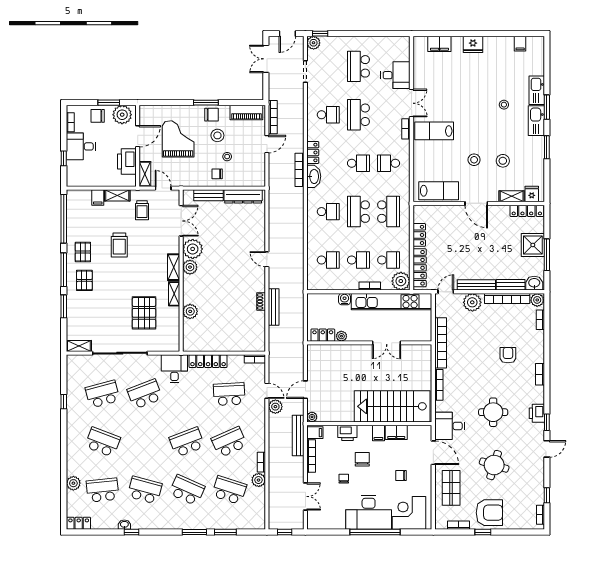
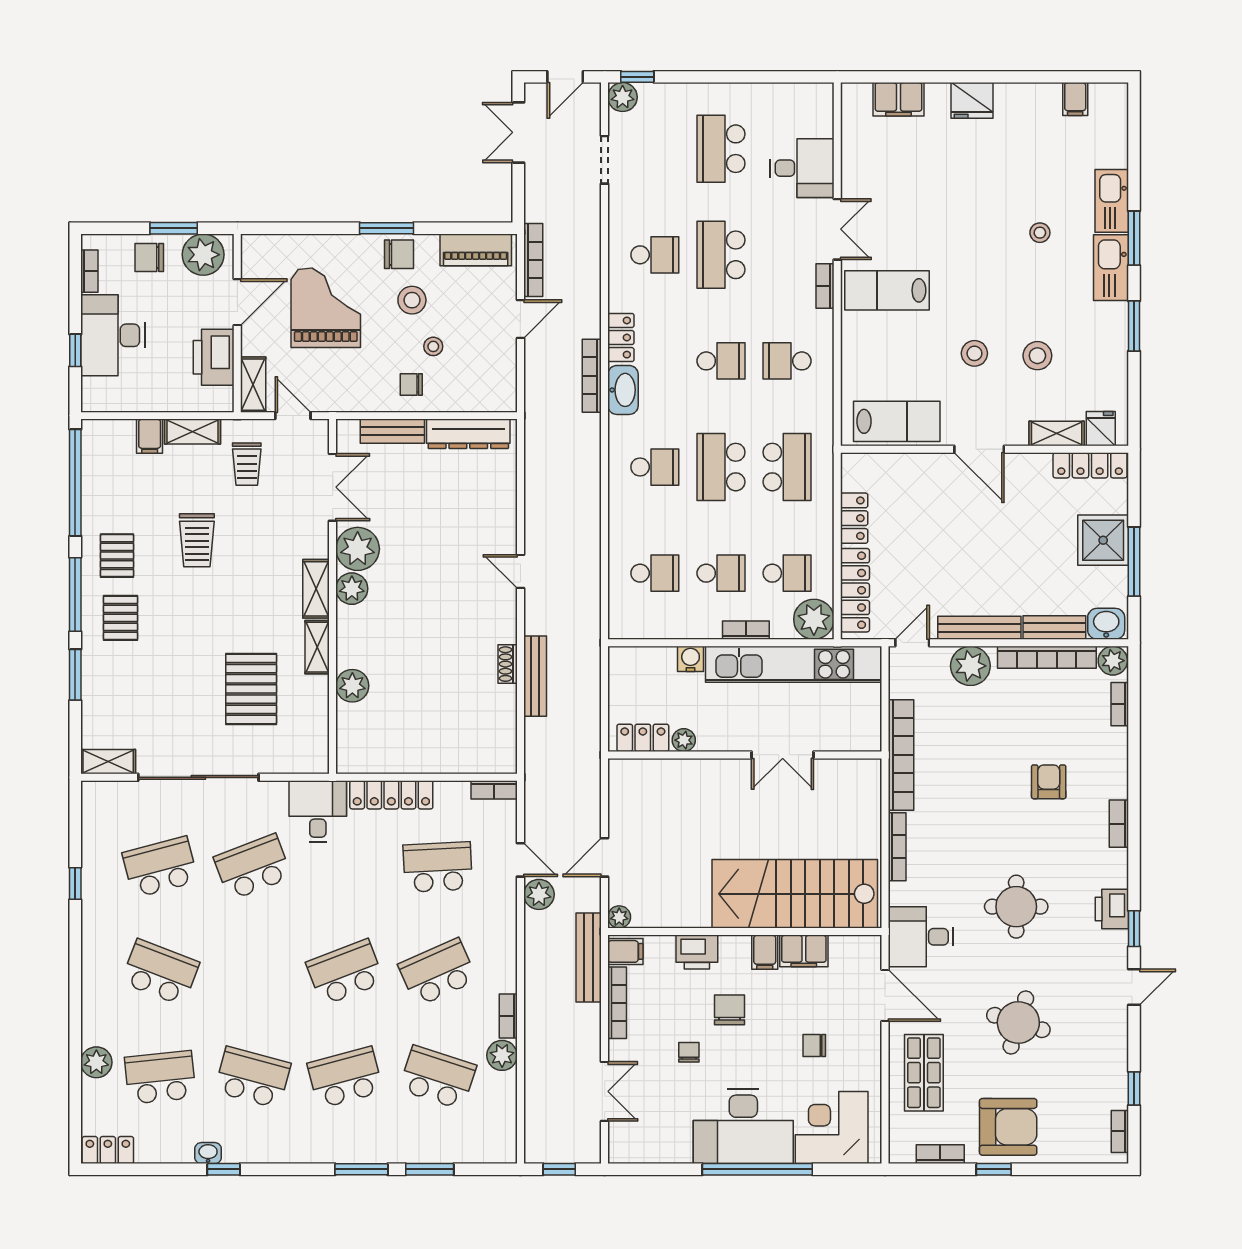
desk: (81, 146) -> (113, 335), width x1.37
school desk: (187, 490) -> (345, 1077), turned -39

